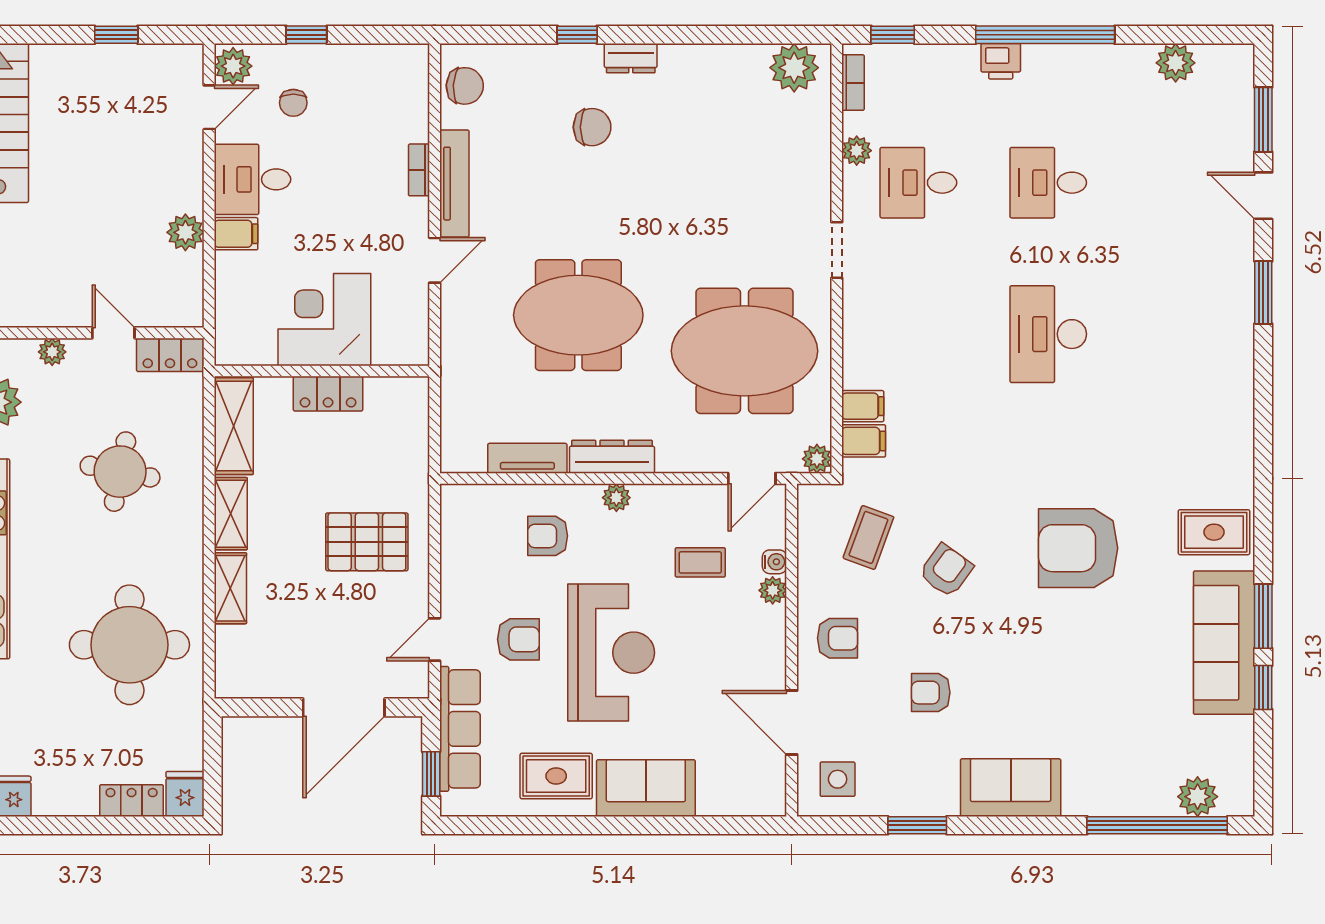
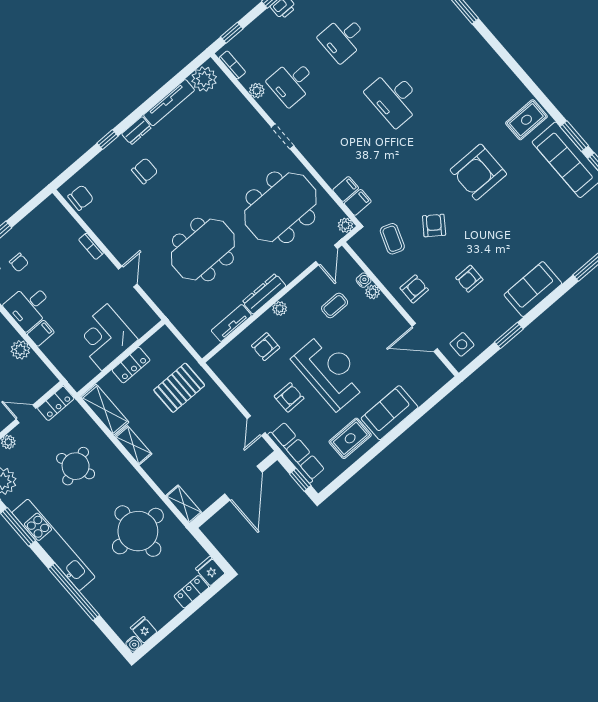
tv unit: (454, 184) -> (169, 103), moved, turned 90
round table: (120, 472) -> (76, 466), turned -31
pallet: (367, 542) -> (179, 388), moved
shelving: (230, 588) -> (184, 504), moved

